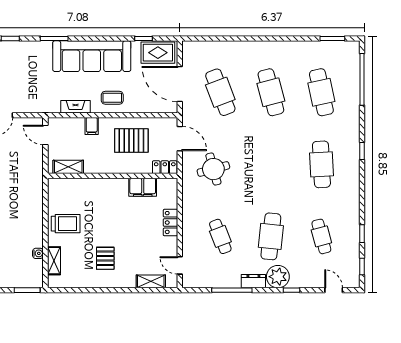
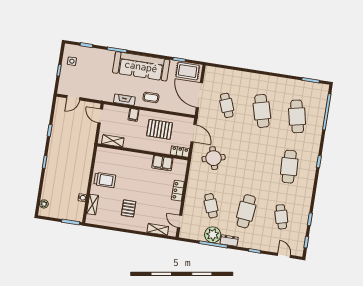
cafe table: (220, 92) -> (227, 105), width x0.73, depth x0.74
plant: (278, 277) -> (213, 235), moved

